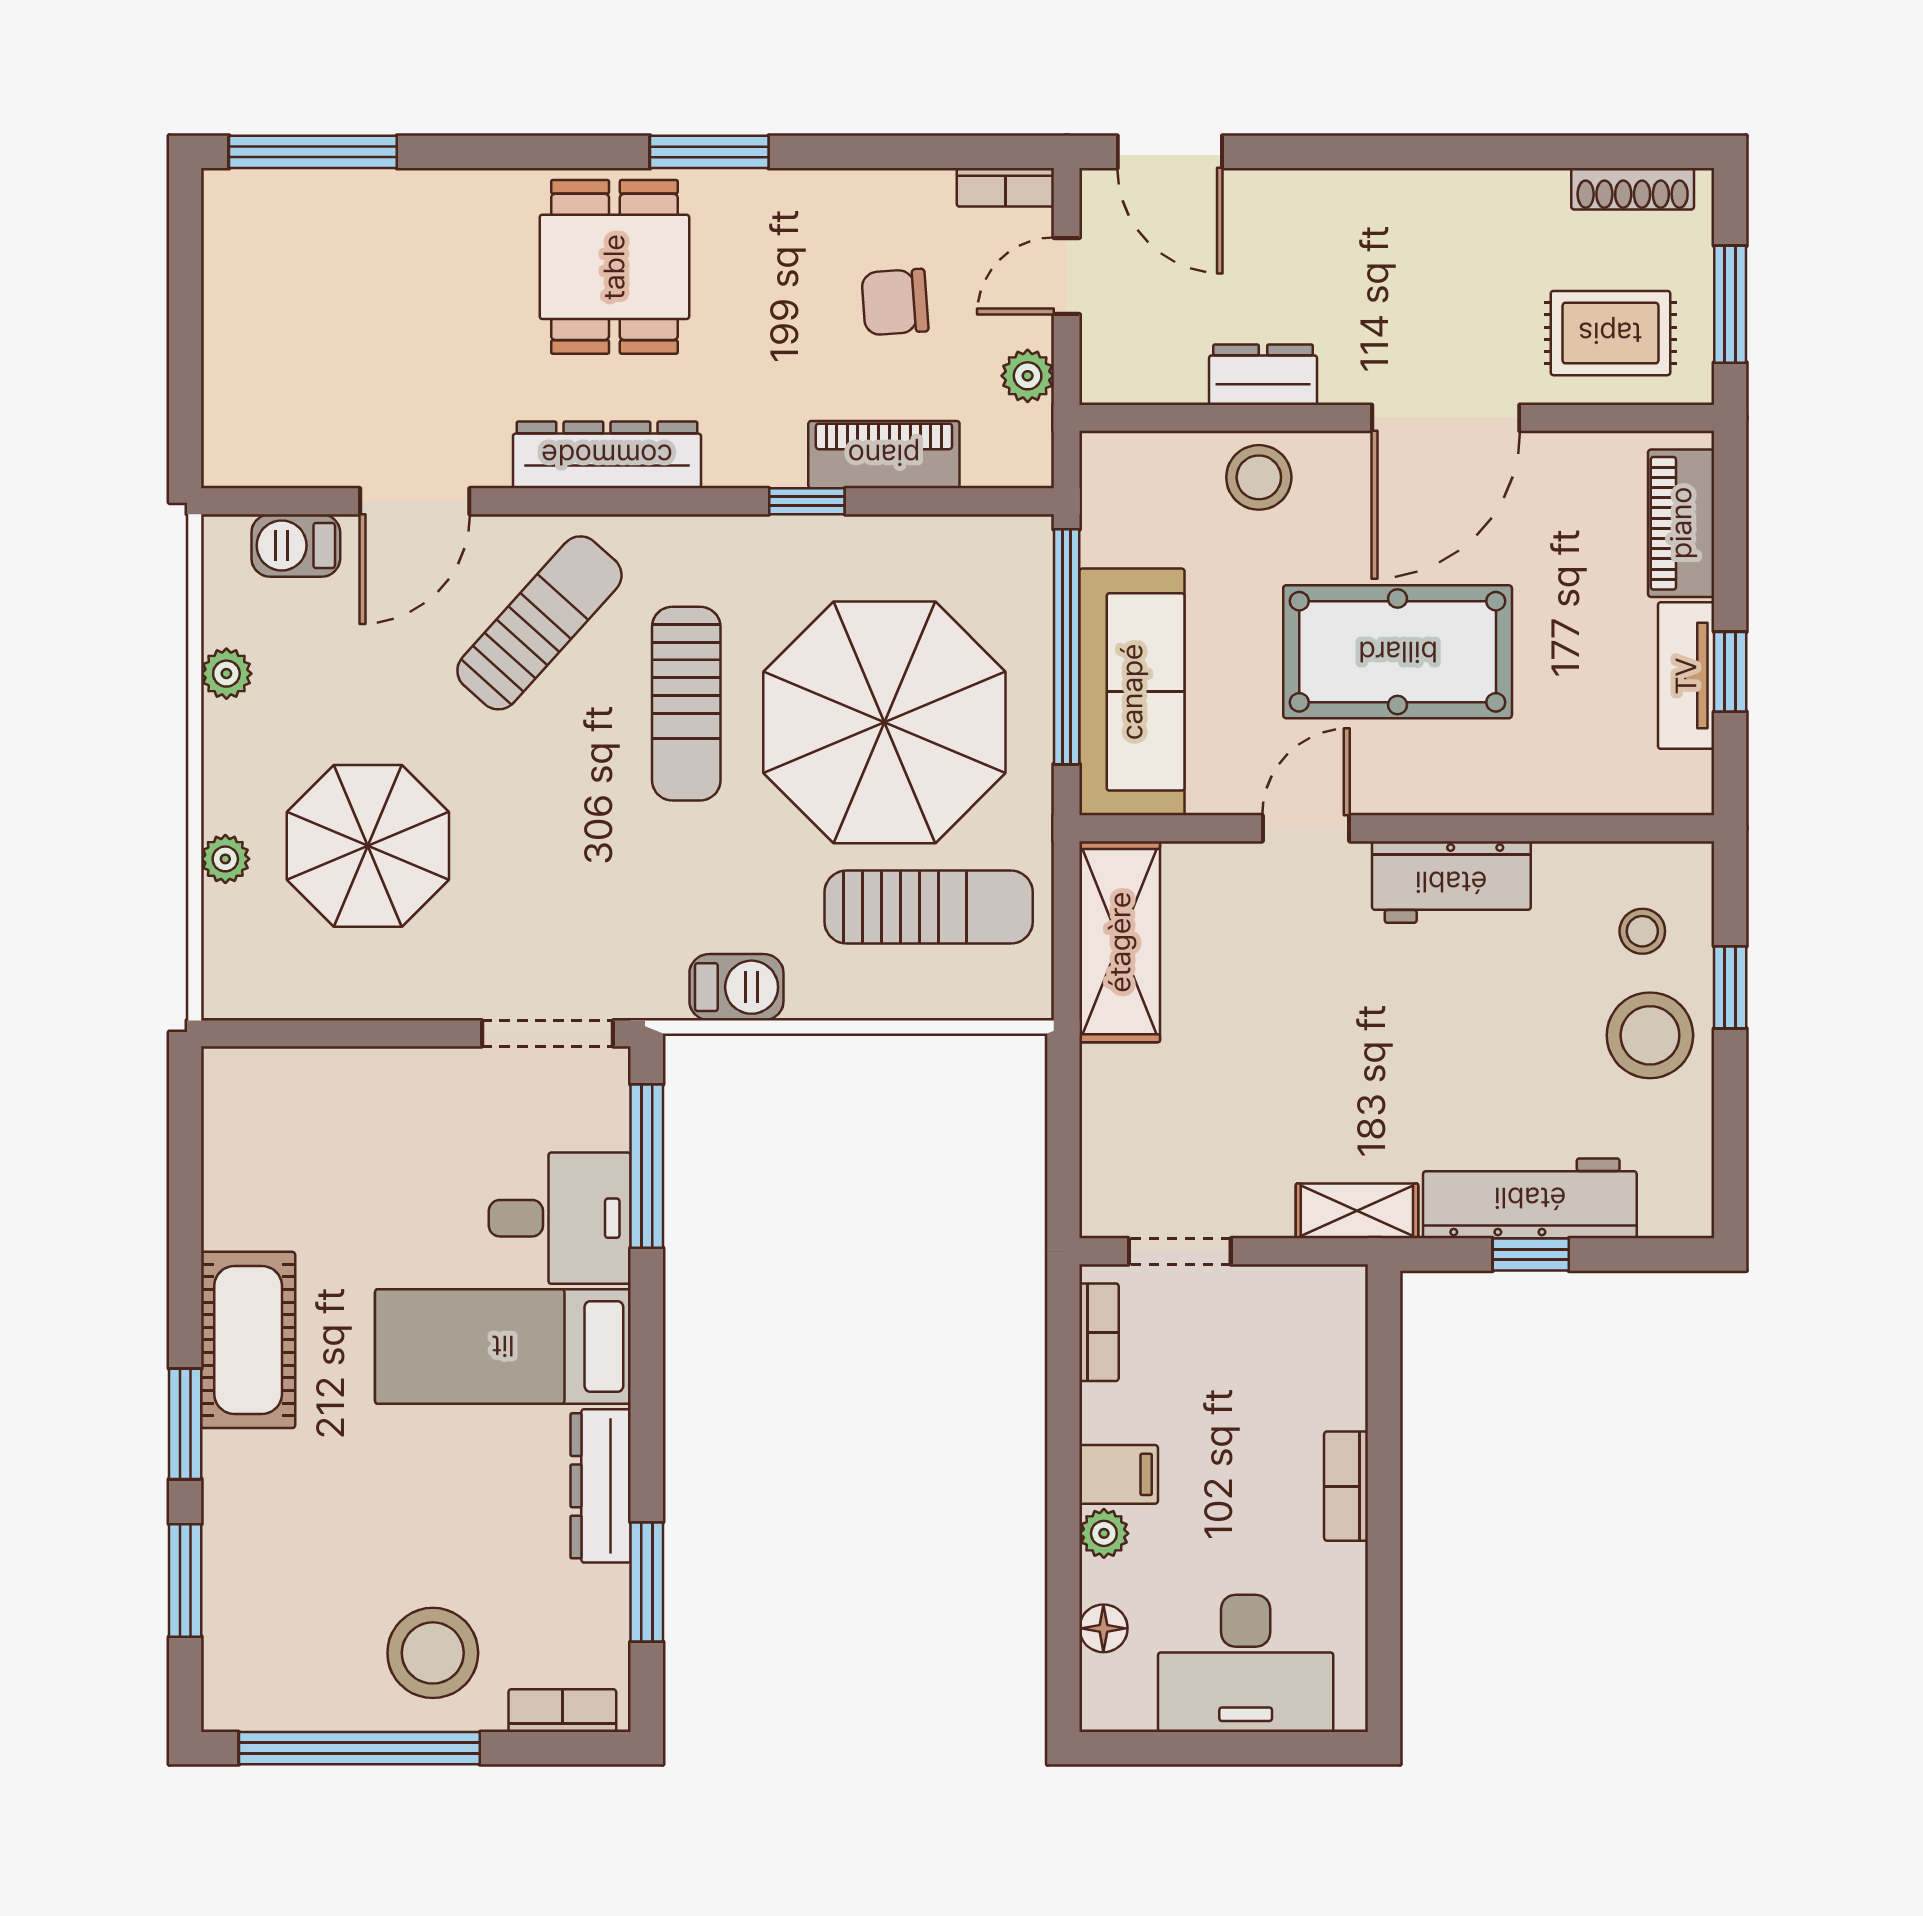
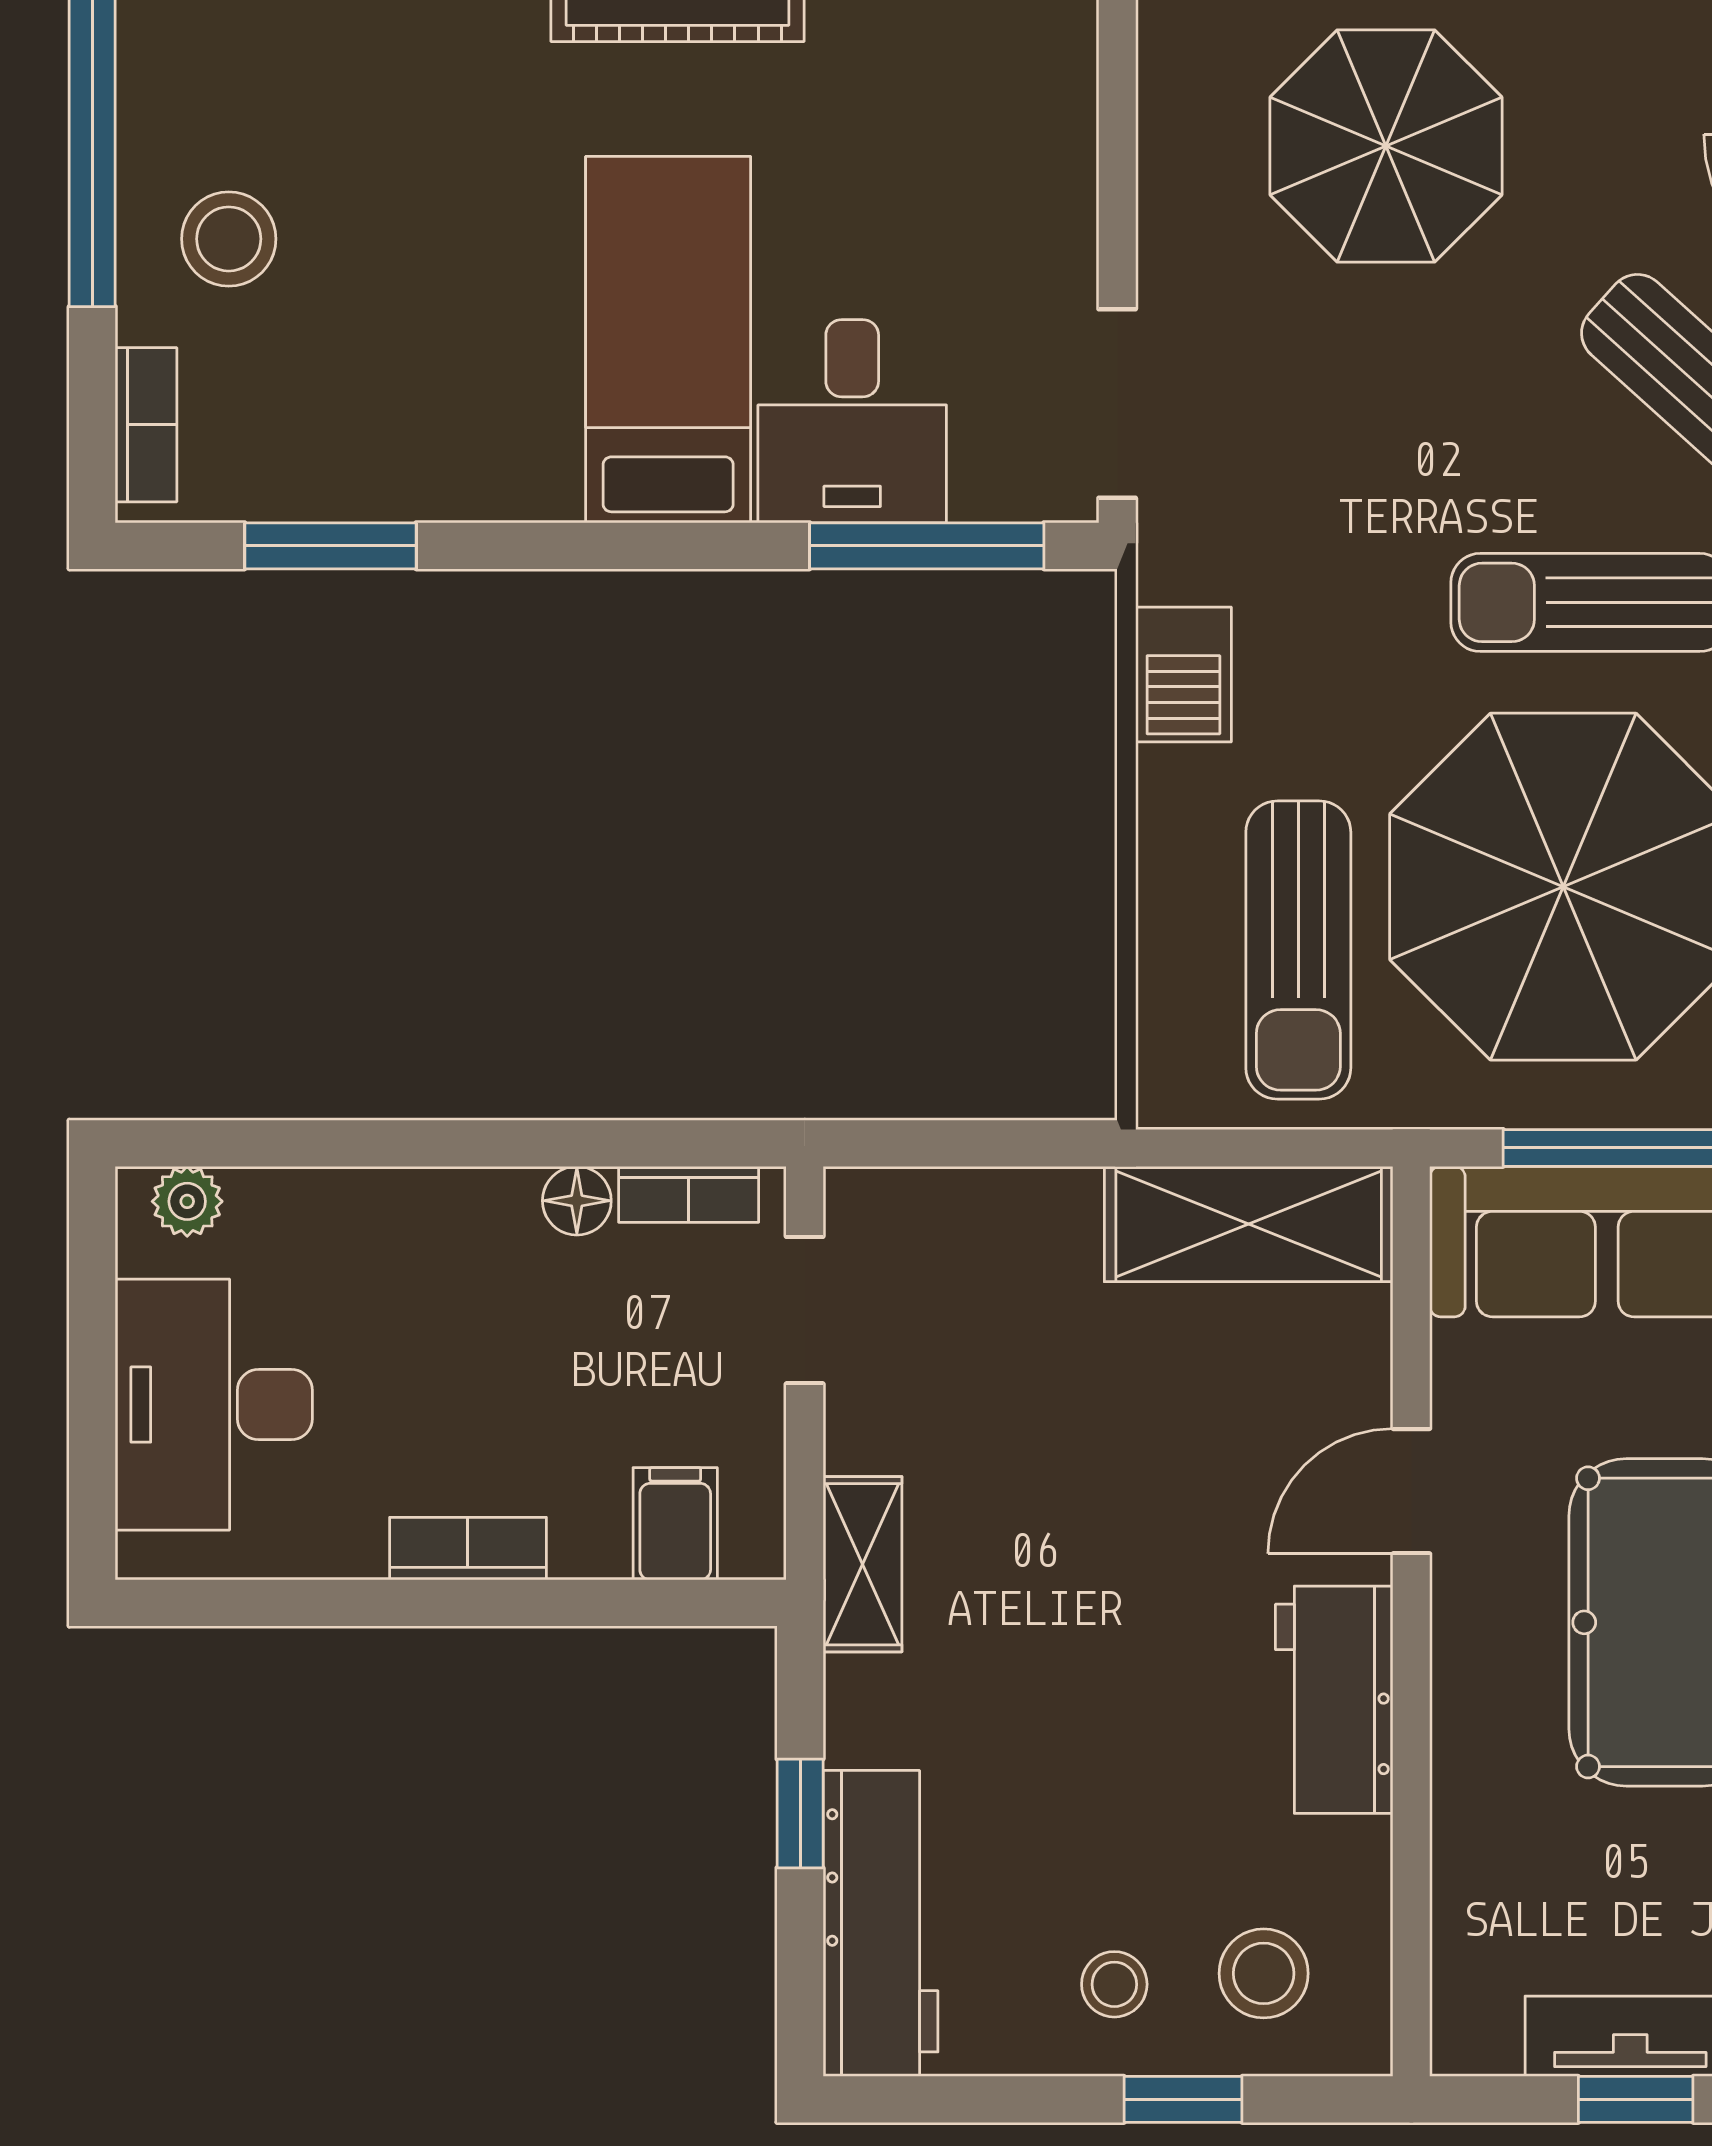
door: (1306, 828) -> (1411, 1491), swing flipped
stool: (1642, 931) -> (1264, 1973), width x1.37, depth x1.37
stool: (1650, 1035) -> (1114, 1984), width x0.53, depth x0.53
workbench: (1530, 1198) -> (881, 1923), moved
filing cabinet: (1119, 1474) -> (675, 1524), moved, turned 180
dresser: (601, 1486) -> (468, 480), removed
plant: (1104, 1533) -> (187, 1201), moved
floor lamp: (1103, 1628) -> (577, 1201), moved
stool: (433, 1653) -> (229, 239), width x0.73, depth x0.73

